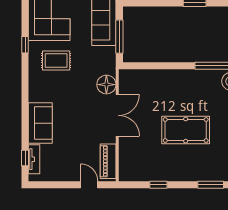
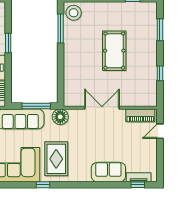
rug: (56, 61) -> (56, 159), width x1.36, depth x1.43
floor lamp: (106, 85) -> (60, 117), moved

